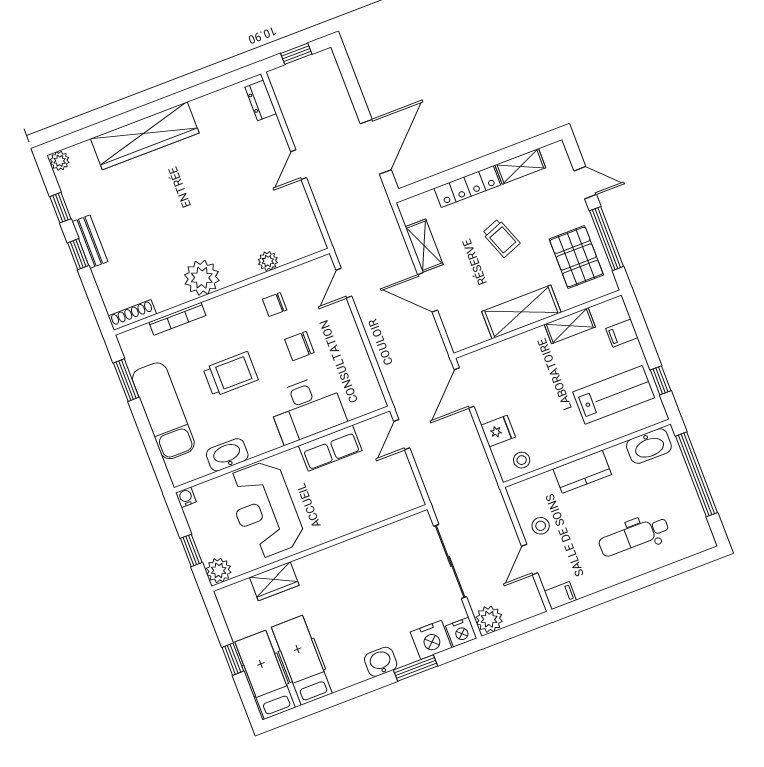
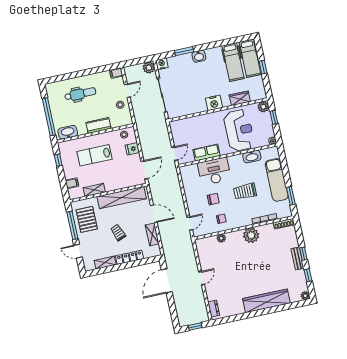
shelving: (521, 312) -> (122, 198), width x1.47
lab bench: (614, 395) -> (94, 155), moved
nightstand: (431, 640) -> (214, 103), moved, turned 180

